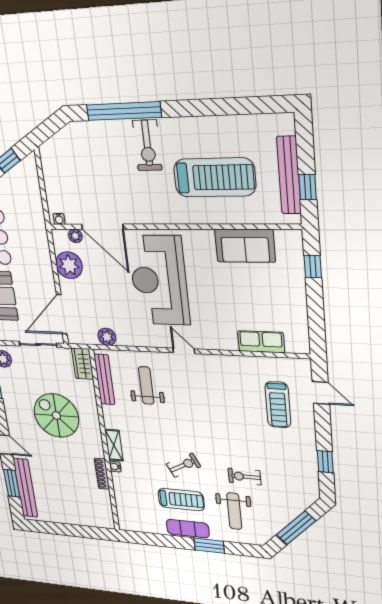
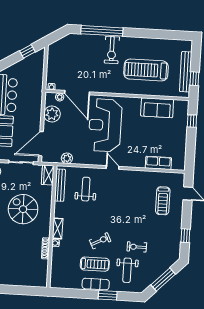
treadmill: (215, 177) -> (146, 70), turned 180

